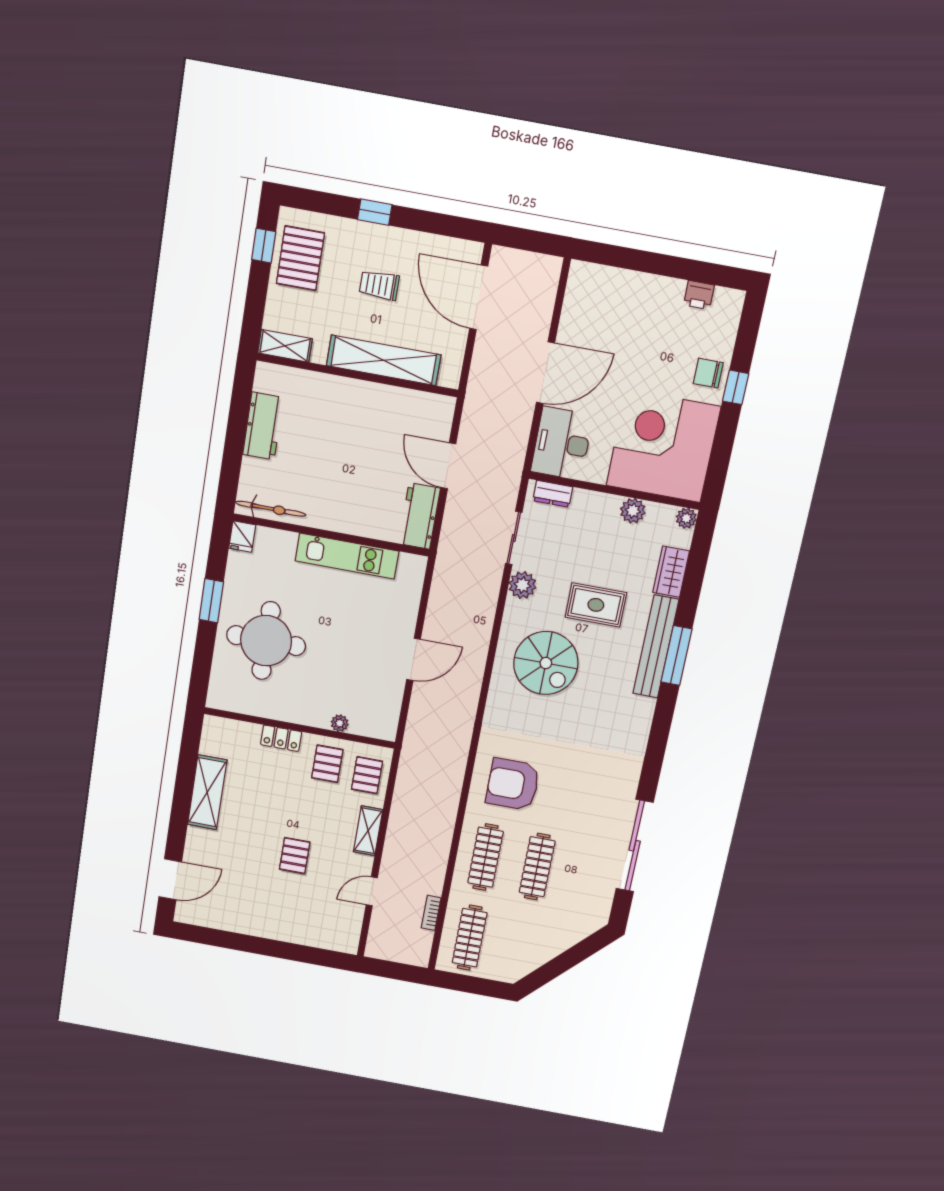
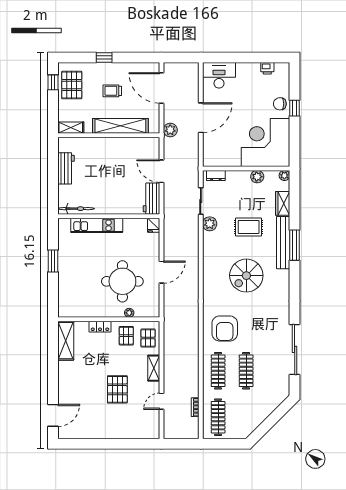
plant: (481, 386) -> (170, 130), added
desk: (562, 443) -> (219, 75), moved, turned 90
fridge: (242, 536) -> (154, 225), moved
kitchen unit: (347, 556) -> (97, 225), moved
round table: (266, 641) -> (122, 281), moved
spiral stairs: (546, 663) -> (246, 276), moved, turned 90
armchair: (513, 784) -> (225, 328), turned -90
shelving: (207, 792) -> (66, 341), moved
pallet: (295, 856) -> (117, 389), width x1.50, depth x1.42

